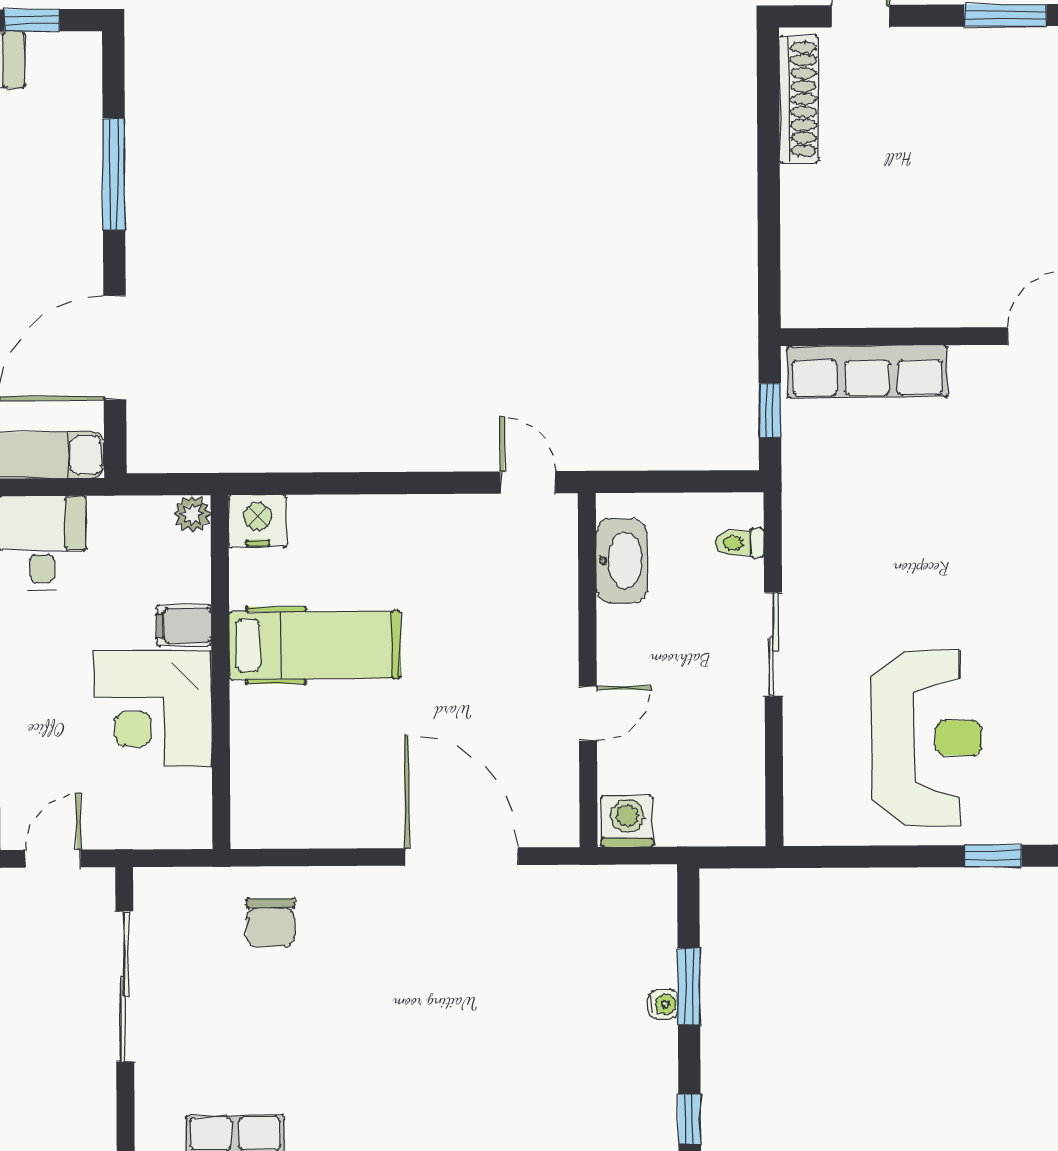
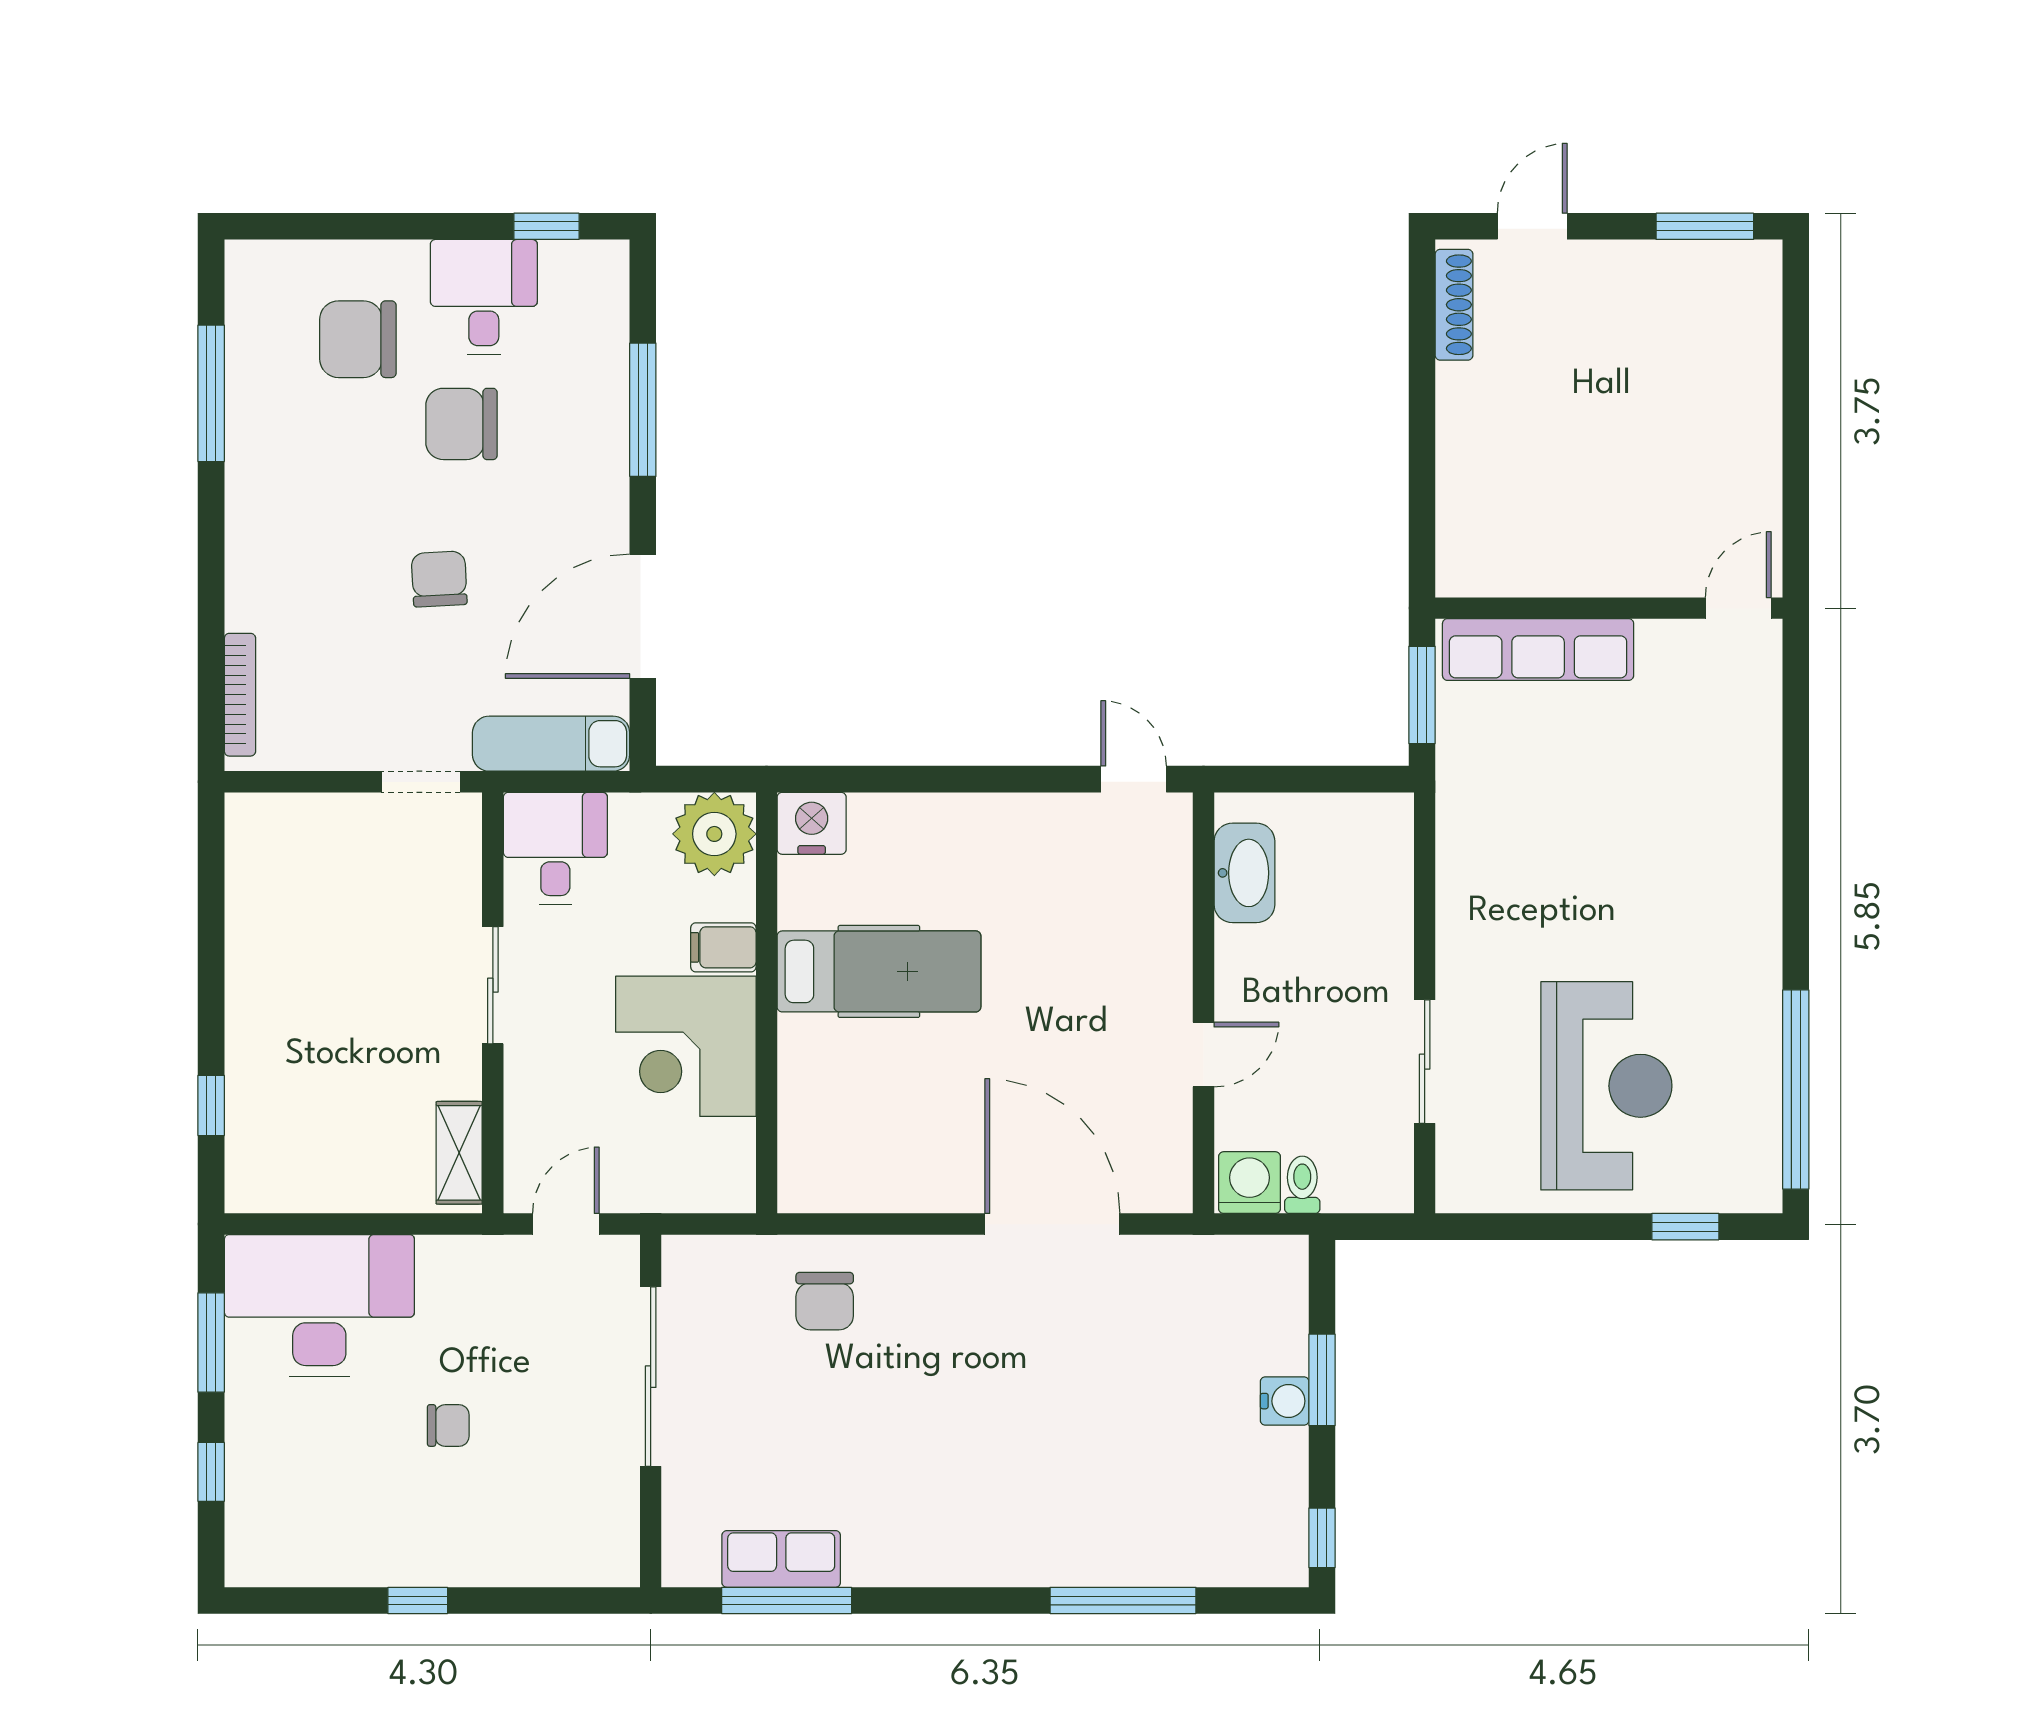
shoe rack: (799, 99) -> (1454, 305), width x0.74, depth x0.81
window: (770, 410) -> (1422, 695), width x1.50
plant: (192, 514) -> (714, 834), width x1.87, depth x1.87
toilet: (740, 543) -> (1302, 1185), moved, turned 90
sliding door: (773, 644) -> (1425, 1062), moved
water cooler: (663, 1004) -> (1285, 1401), width x1.38, depth x1.38

